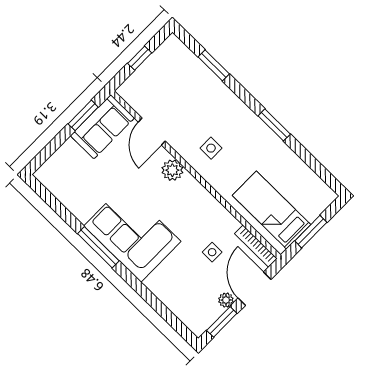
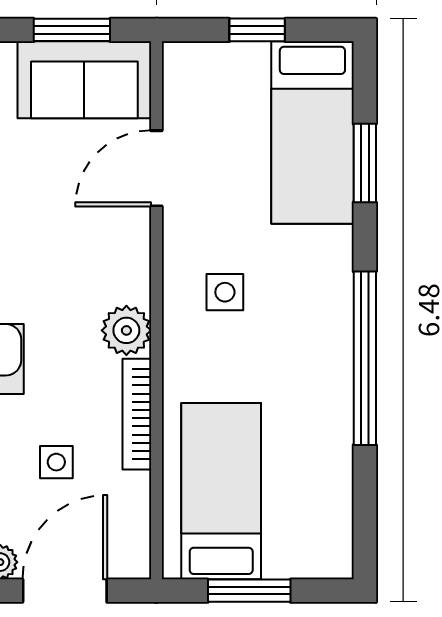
bed: (188, 72) -> (312, 133), added
window: (274, 125) -> (365, 358), width x2.11
plant: (172, 170) -> (126, 330), moved
bookcase: (256, 246) -> (137, 414), moved

